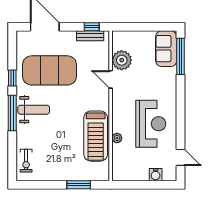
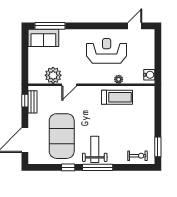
treadmill: (96, 136) -> (117, 97), width x0.73, depth x0.73
water cooler: (156, 175) -> (149, 75), moved
window: (79, 185) -> (158, 147), moved

